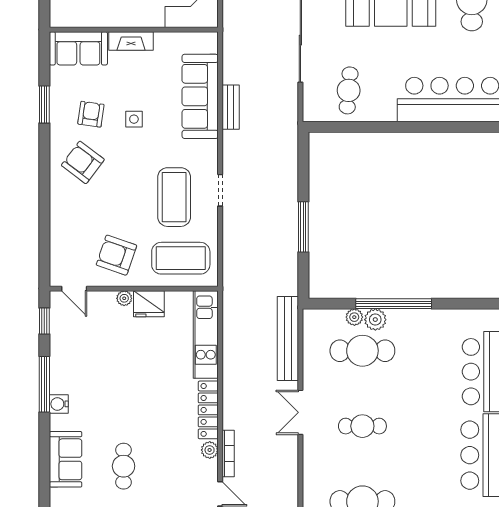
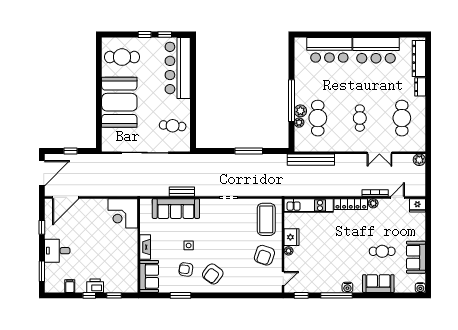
coffee table: (174, 197) -> (232, 223), removed
double door: (300, 412) -> (379, 153), moved

